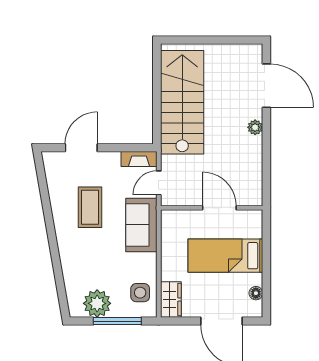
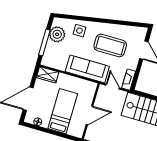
coffee table: (90, 207) -> (110, 46), width x1.36, depth x1.32
sofa: (141, 225) -> (87, 69), width x1.36
side table: (140, 293) -> (79, 31), moved

